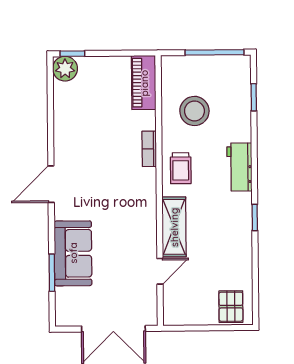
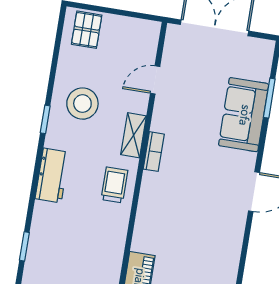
stool: (194, 111) -> (82, 104), moved
bookcase: (149, 149) -> (154, 152), moved
shelving: (174, 227) -> (134, 135), width x0.67, depth x0.75

